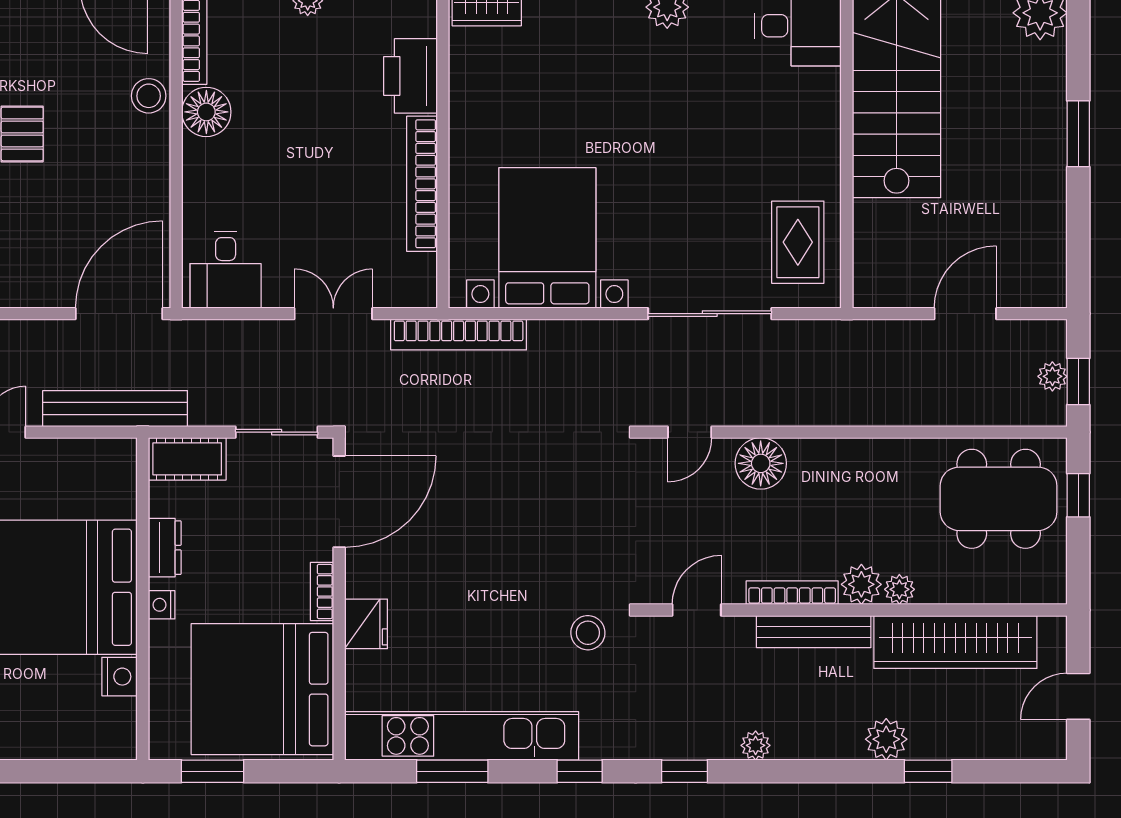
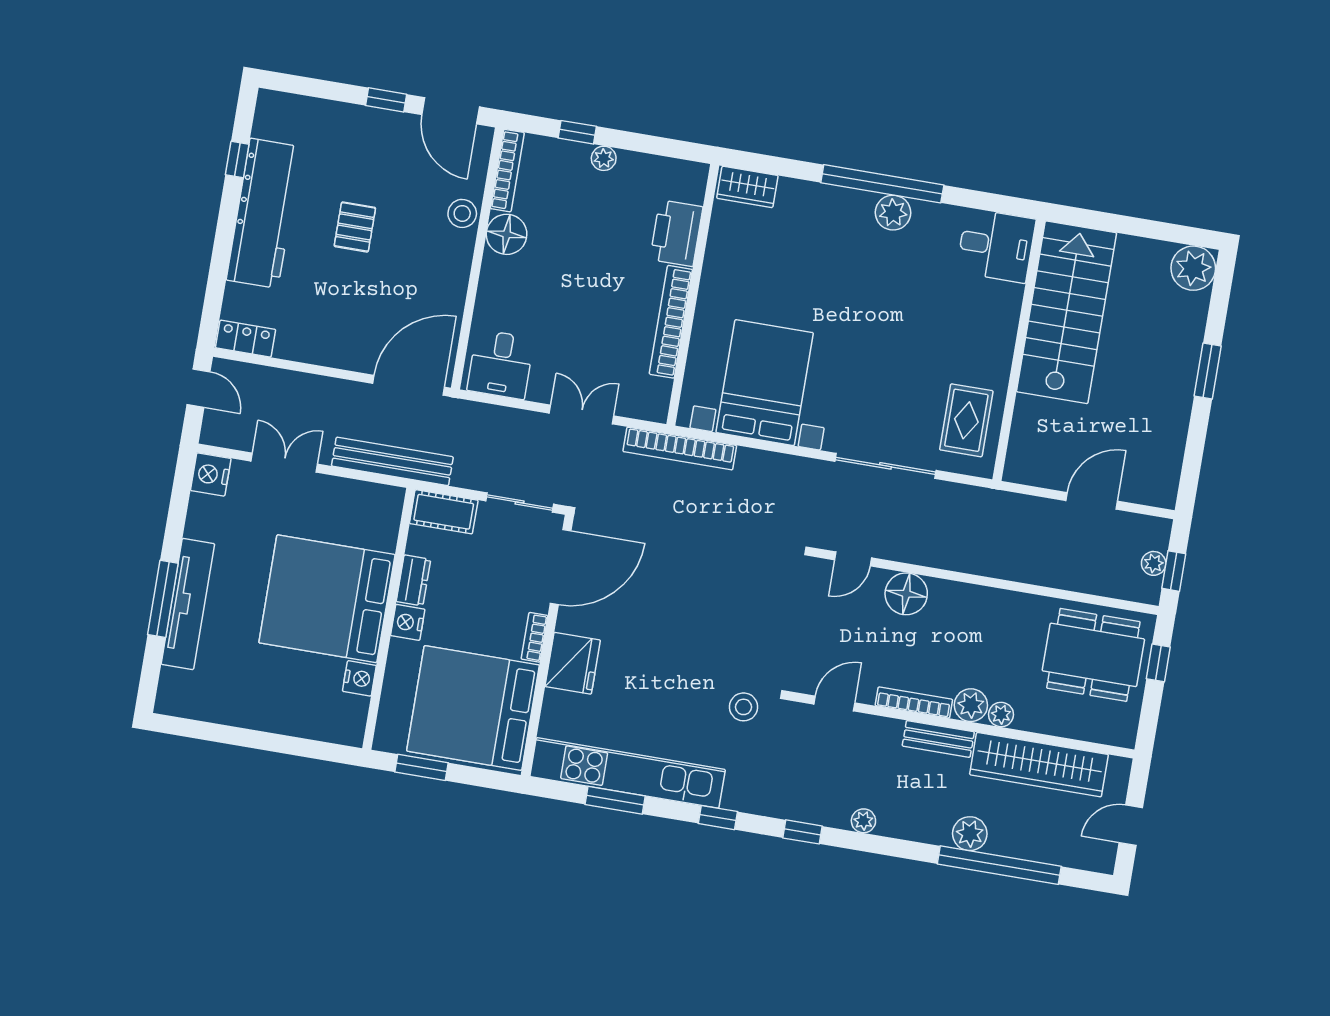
nightstand: (162, 605) -> (408, 622), width x1.39, depth x1.35
fridge: (366, 624) -> (573, 663), width x1.36, depth x1.34
bench: (814, 632) -> (938, 739), width x0.73
window: (928, 771) -> (999, 865), width x3.17

